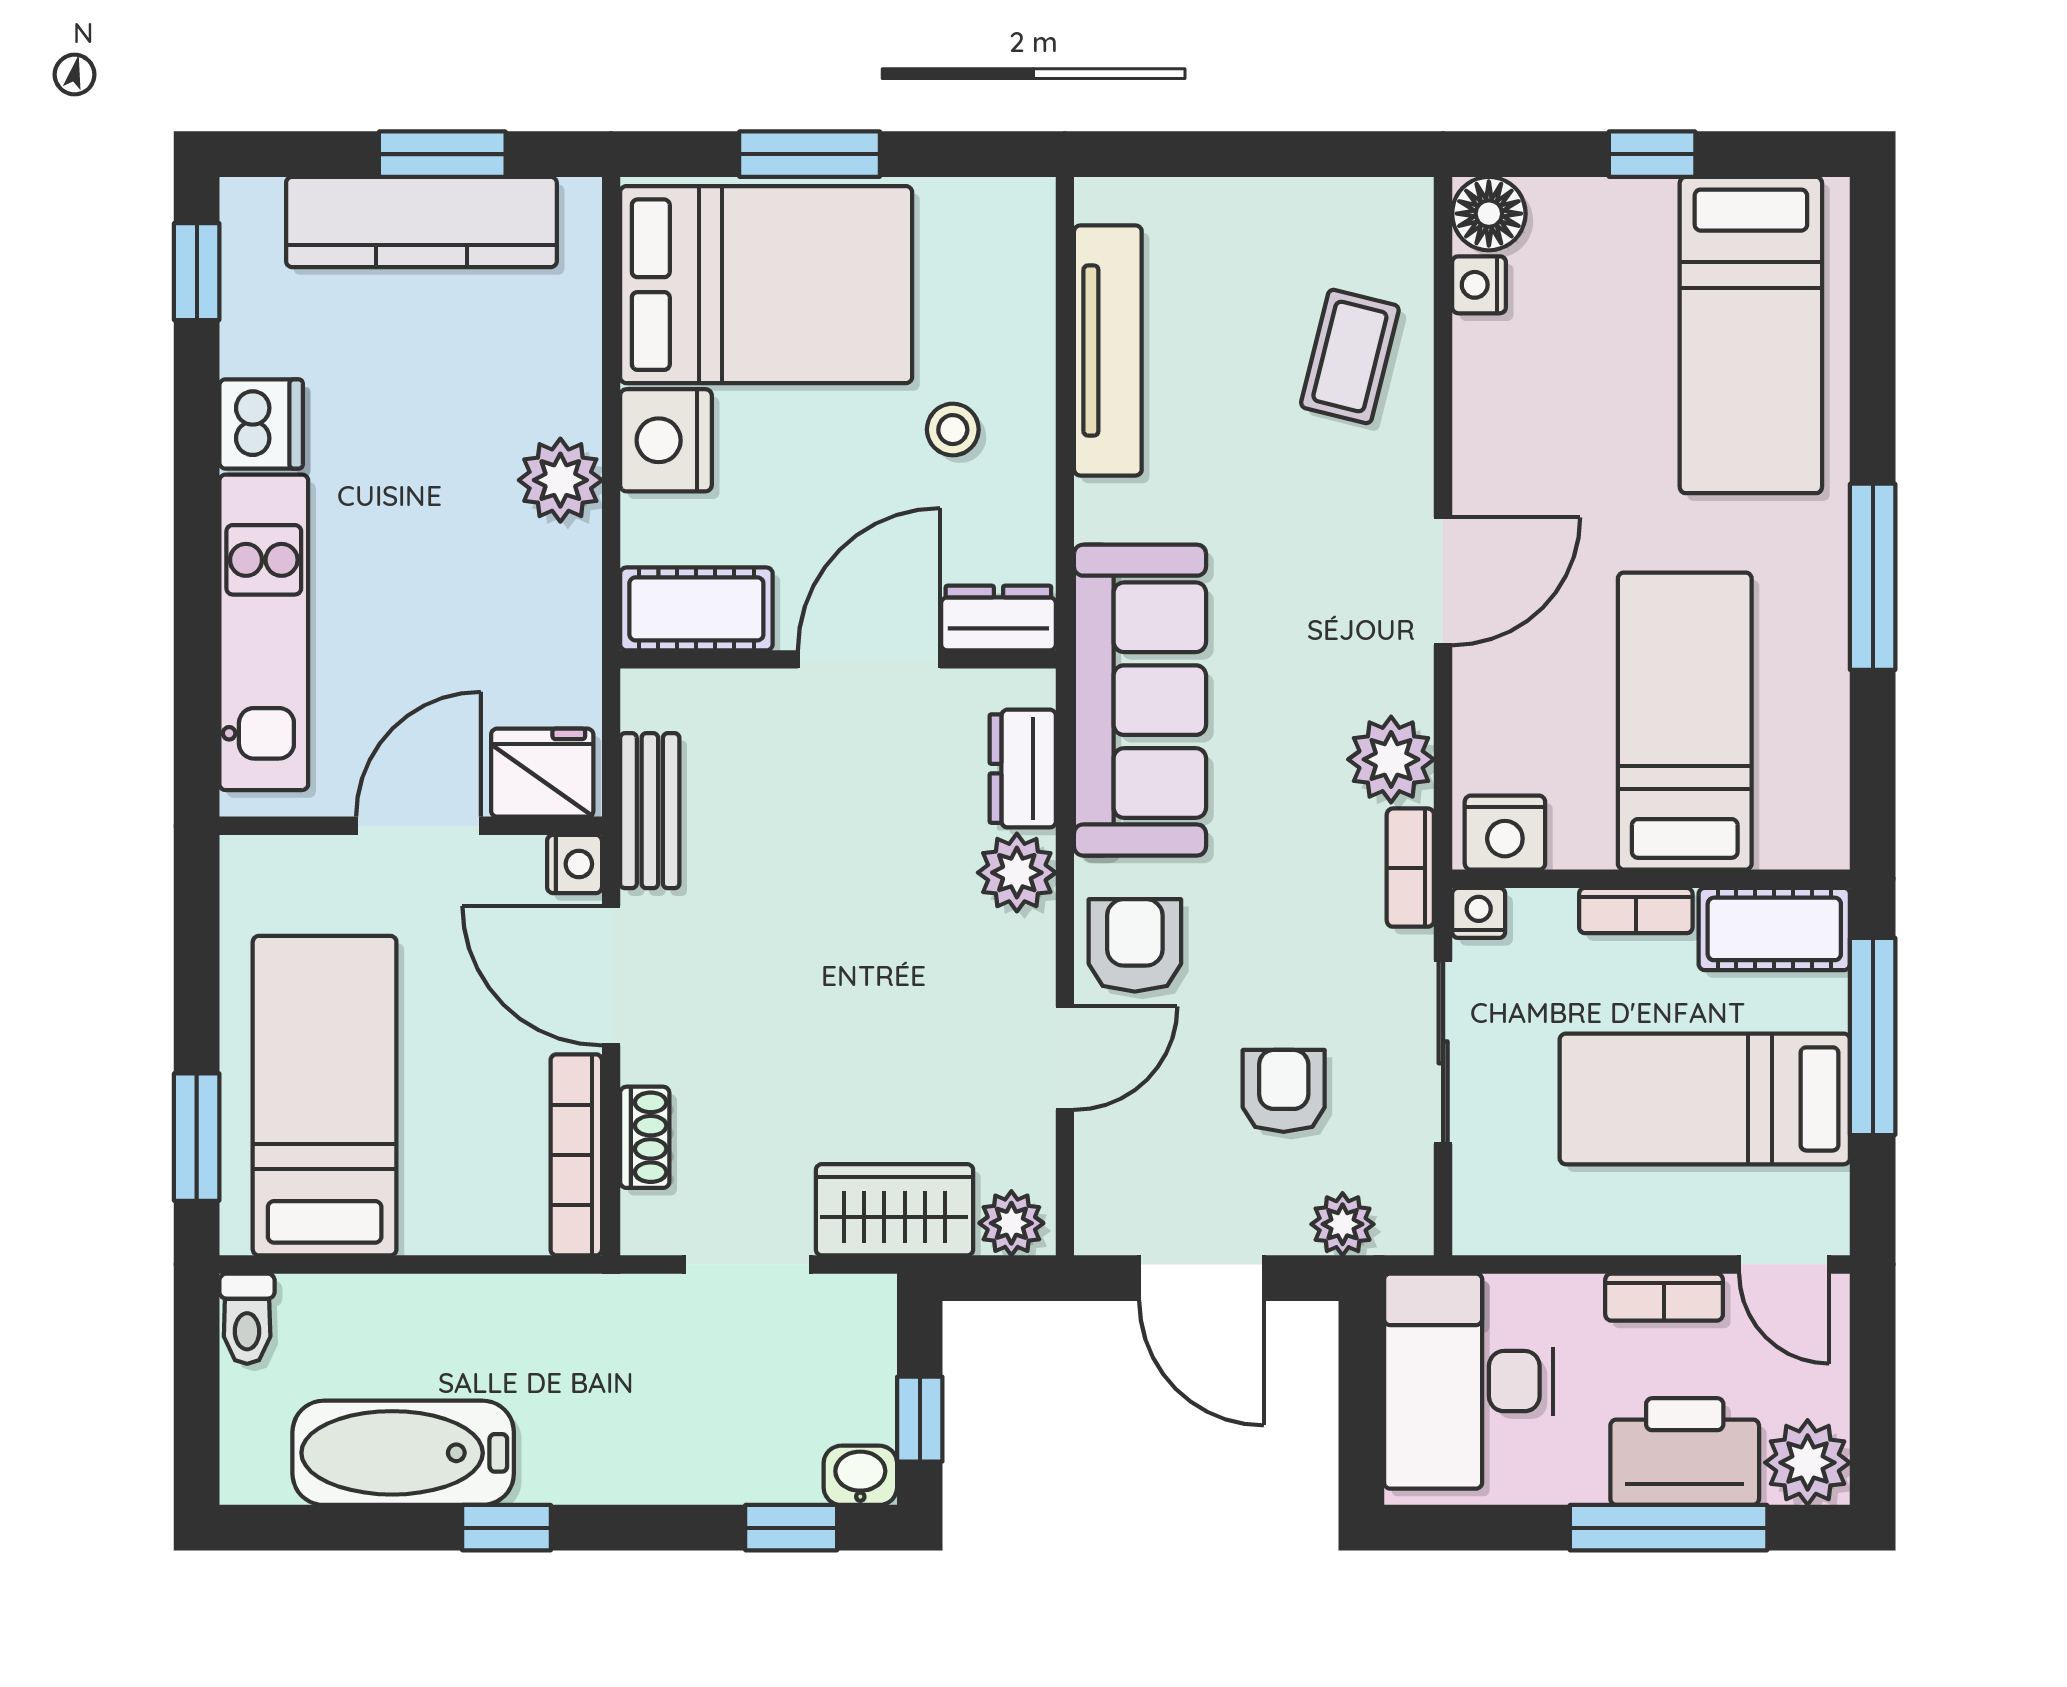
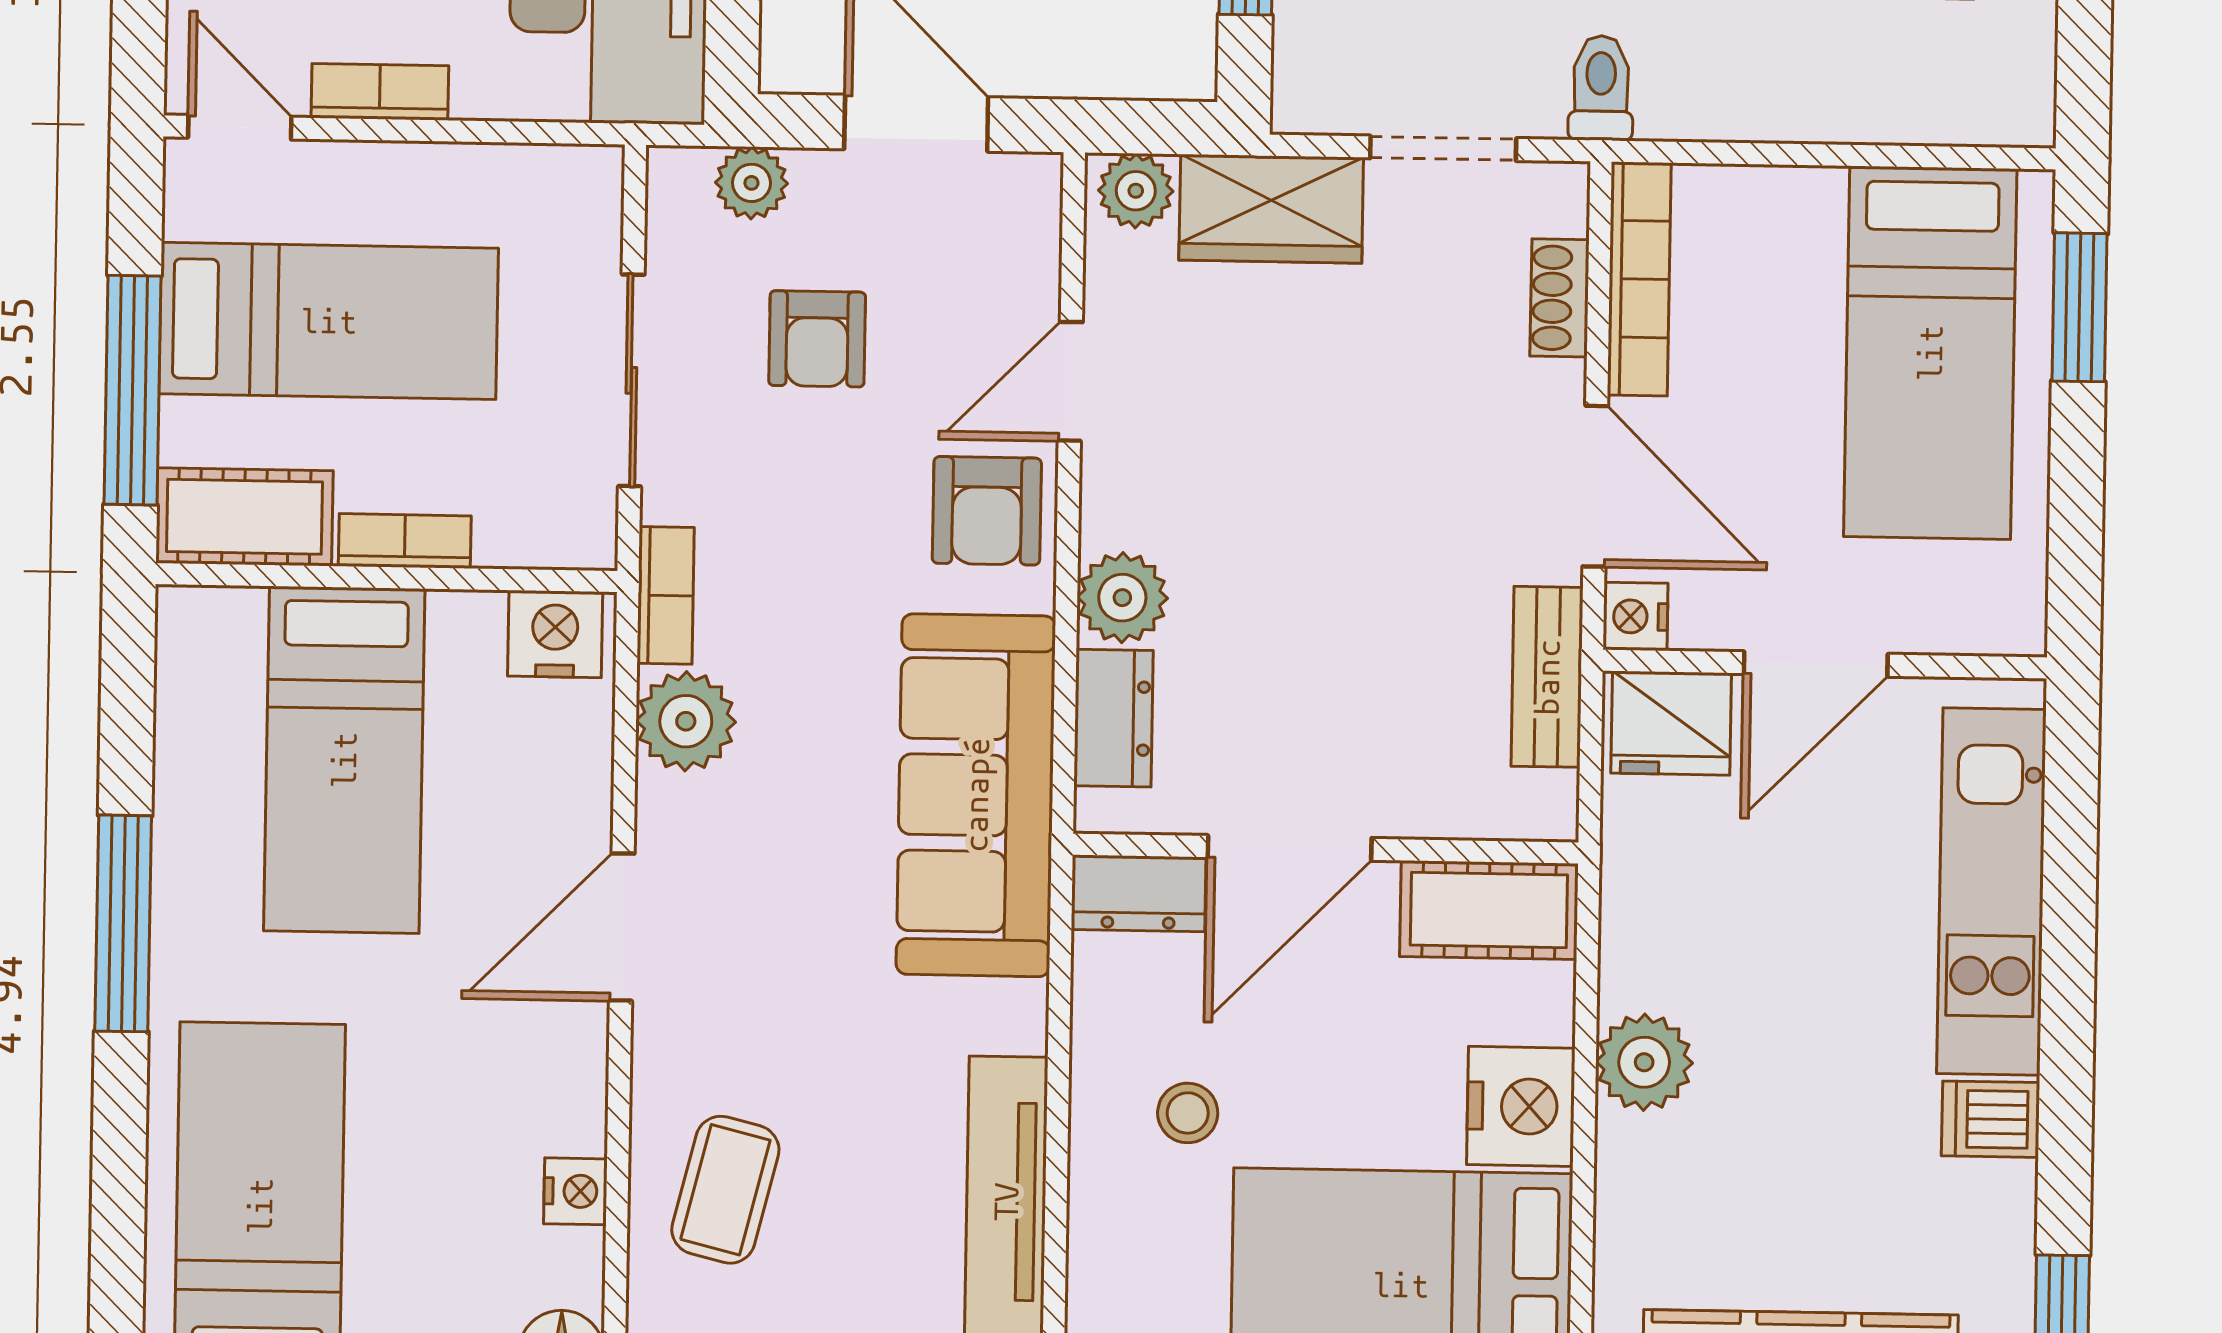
nightstand: (1479, 285) -> (575, 1191), moved
dishwasher: (261, 424) -> (1991, 1119), width x0.73
nightstand: (1479, 913) -> (587, 541), removed
toilet: (247, 1319) -> (1601, 88), moved

